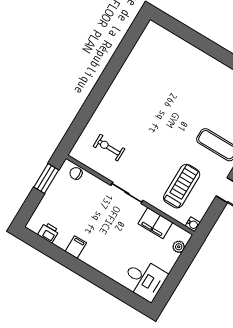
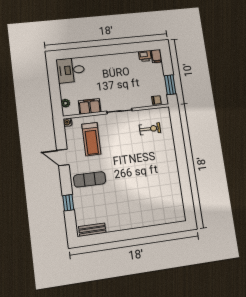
filing cabinet: (76, 247) -> (157, 56), moved

